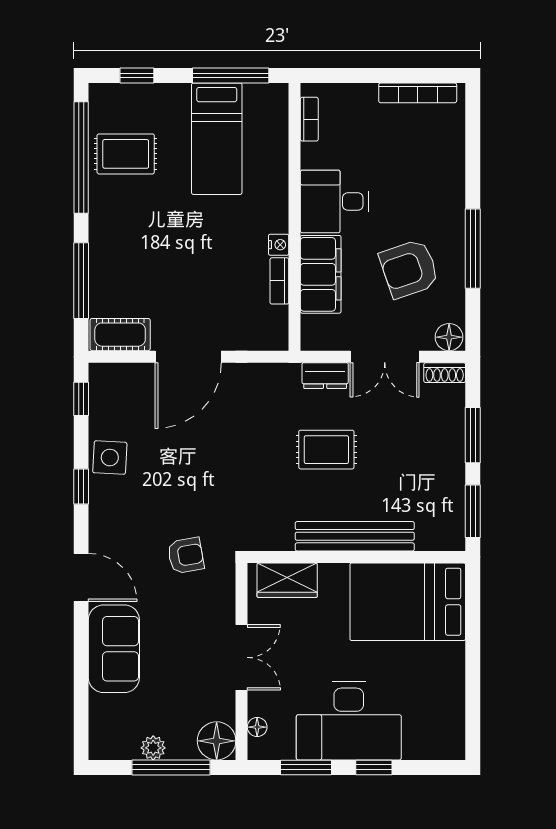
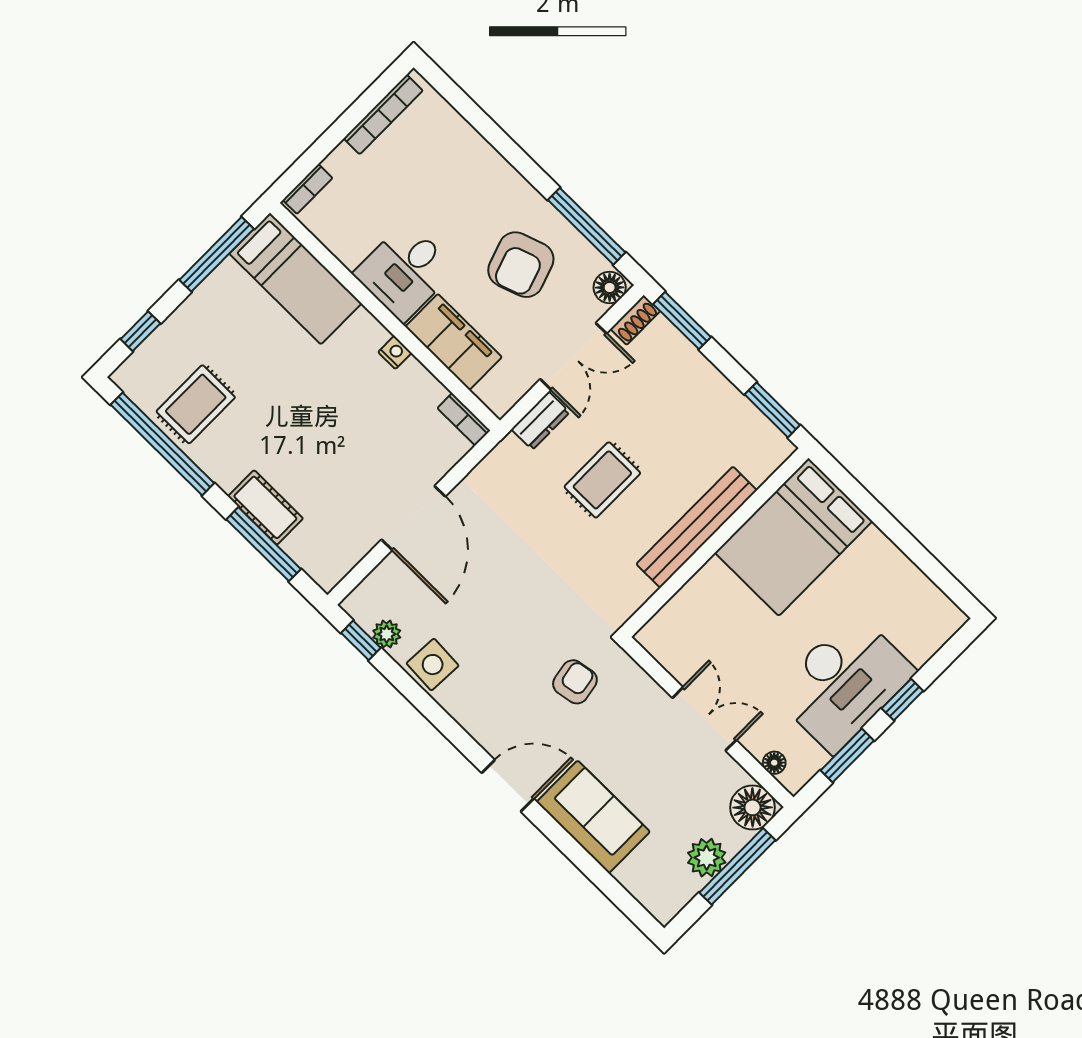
bookcase: (309, 119) -> (308, 189), moved, turned 90
bed: (217, 139) -> (295, 279), moved
window: (473, 249) -> (587, 226), moved
bookcase: (279, 281) -> (464, 419), moved
cot: (120, 335) -> (265, 507), moved, turned 90
plant: (101, 411) -> (387, 634), added
window: (473, 435) -> (682, 321), moved
window: (81, 487) -> (433, 712), removed
wardrobe: (287, 580) -> (678, 619), removed
plant: (153, 748) -> (707, 858), width x1.38, depth x1.38

